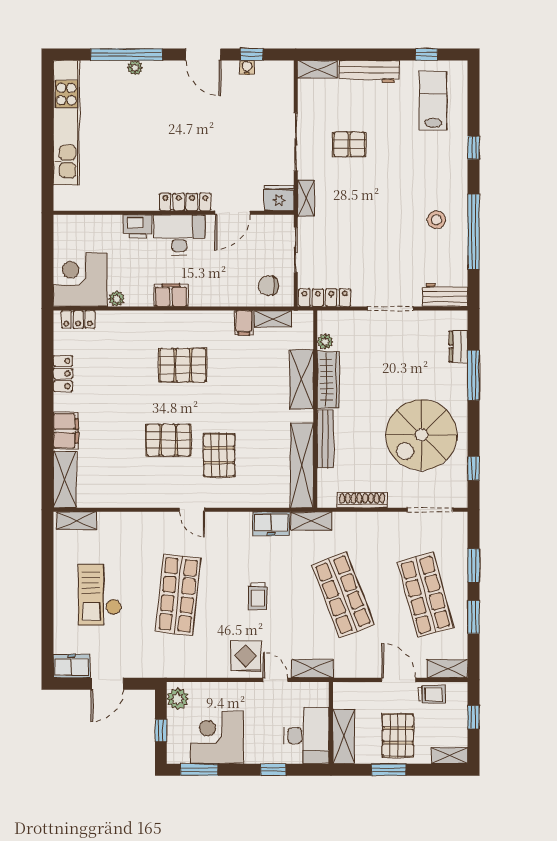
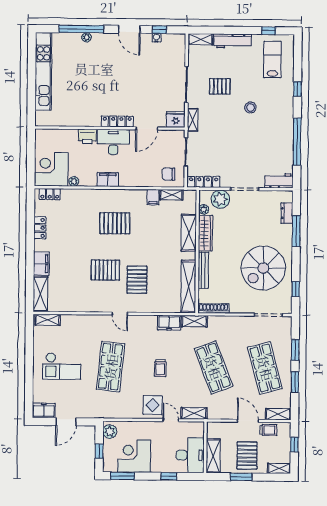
stool: (436, 220) -> (250, 107), moved
plant: (352, 325) -> (220, 199), added
shoe rack: (362, 500) -> (213, 308), moved
checkout: (100, 595) -> (62, 366), turned -90

